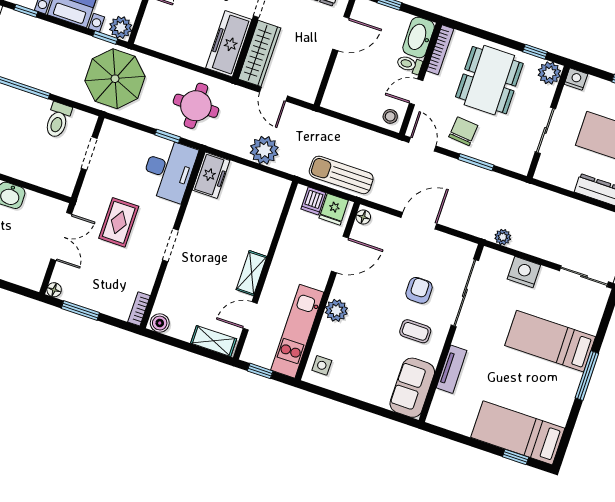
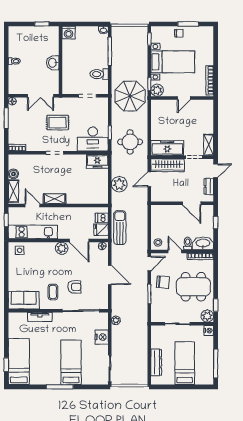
plant: (336, 310) -> (62, 248), moved
boiler: (160, 323) -> (13, 174), moved

